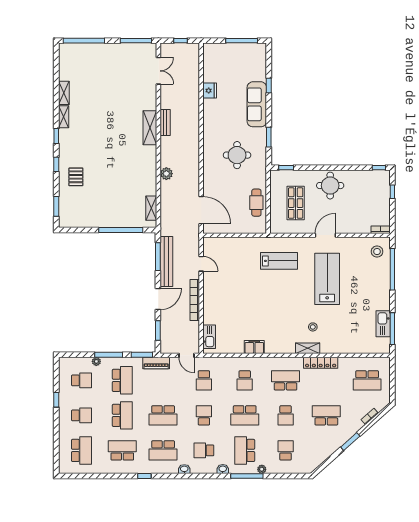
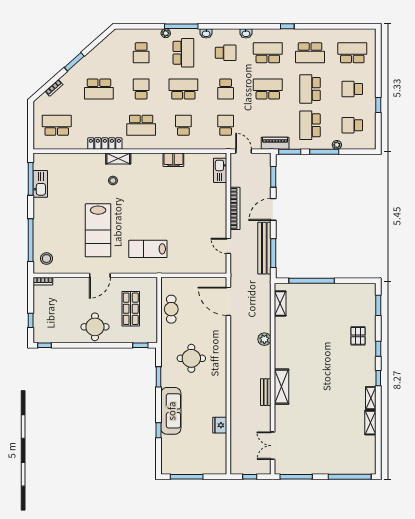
school desk: (81, 450) -> (352, 53), turned 90

